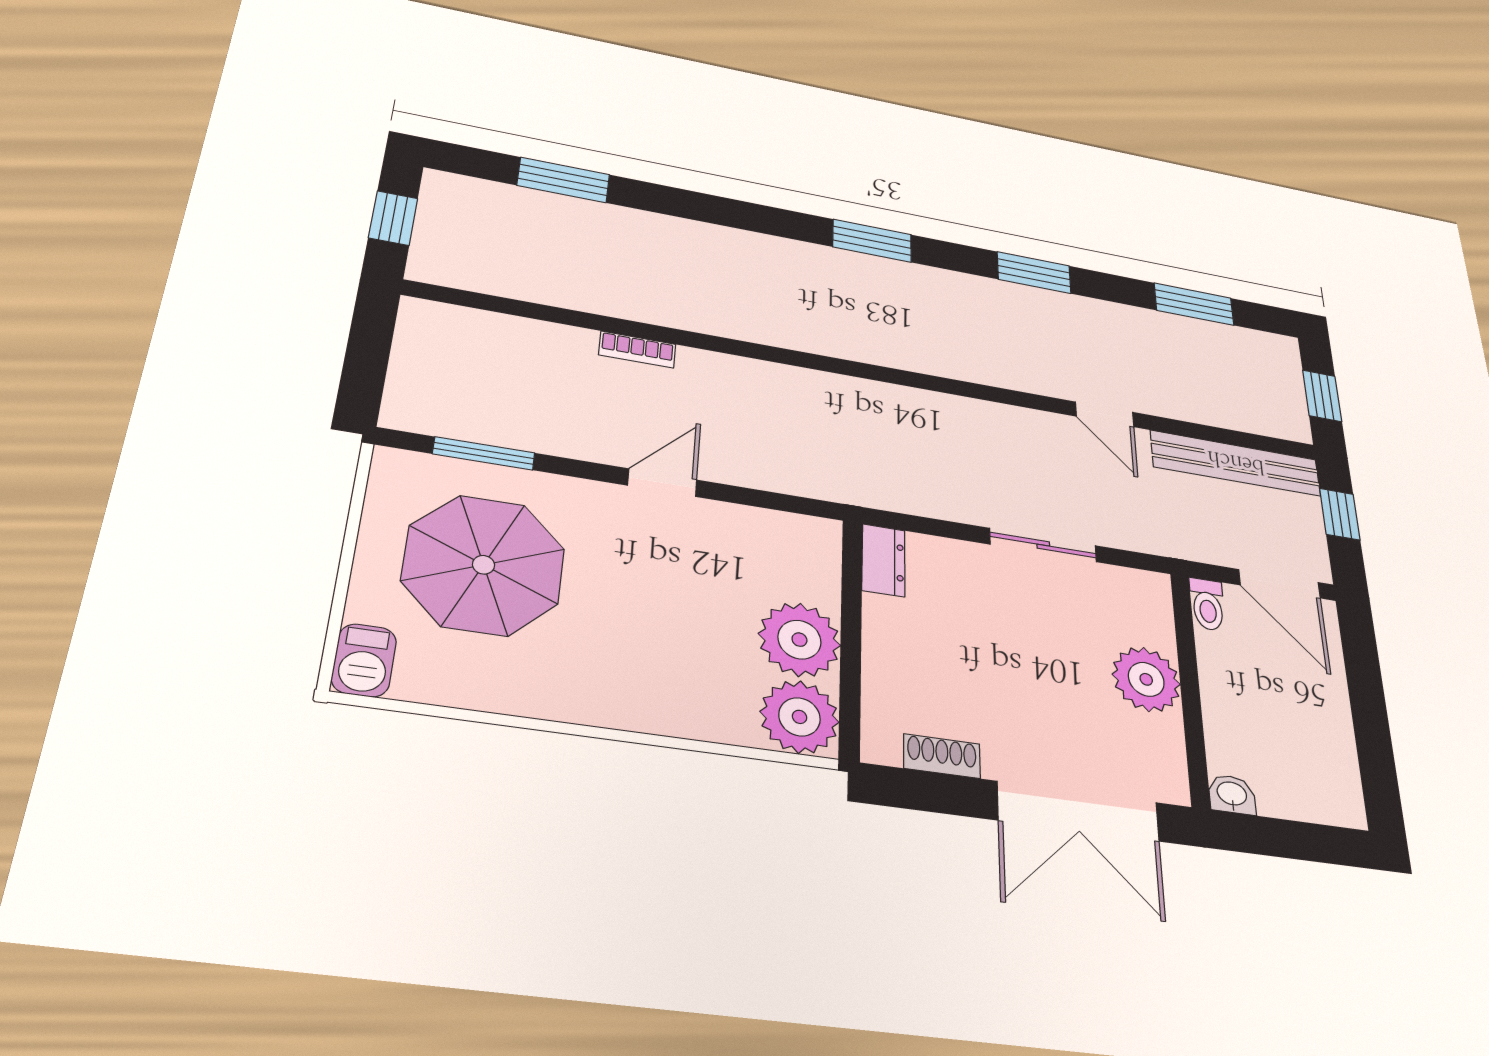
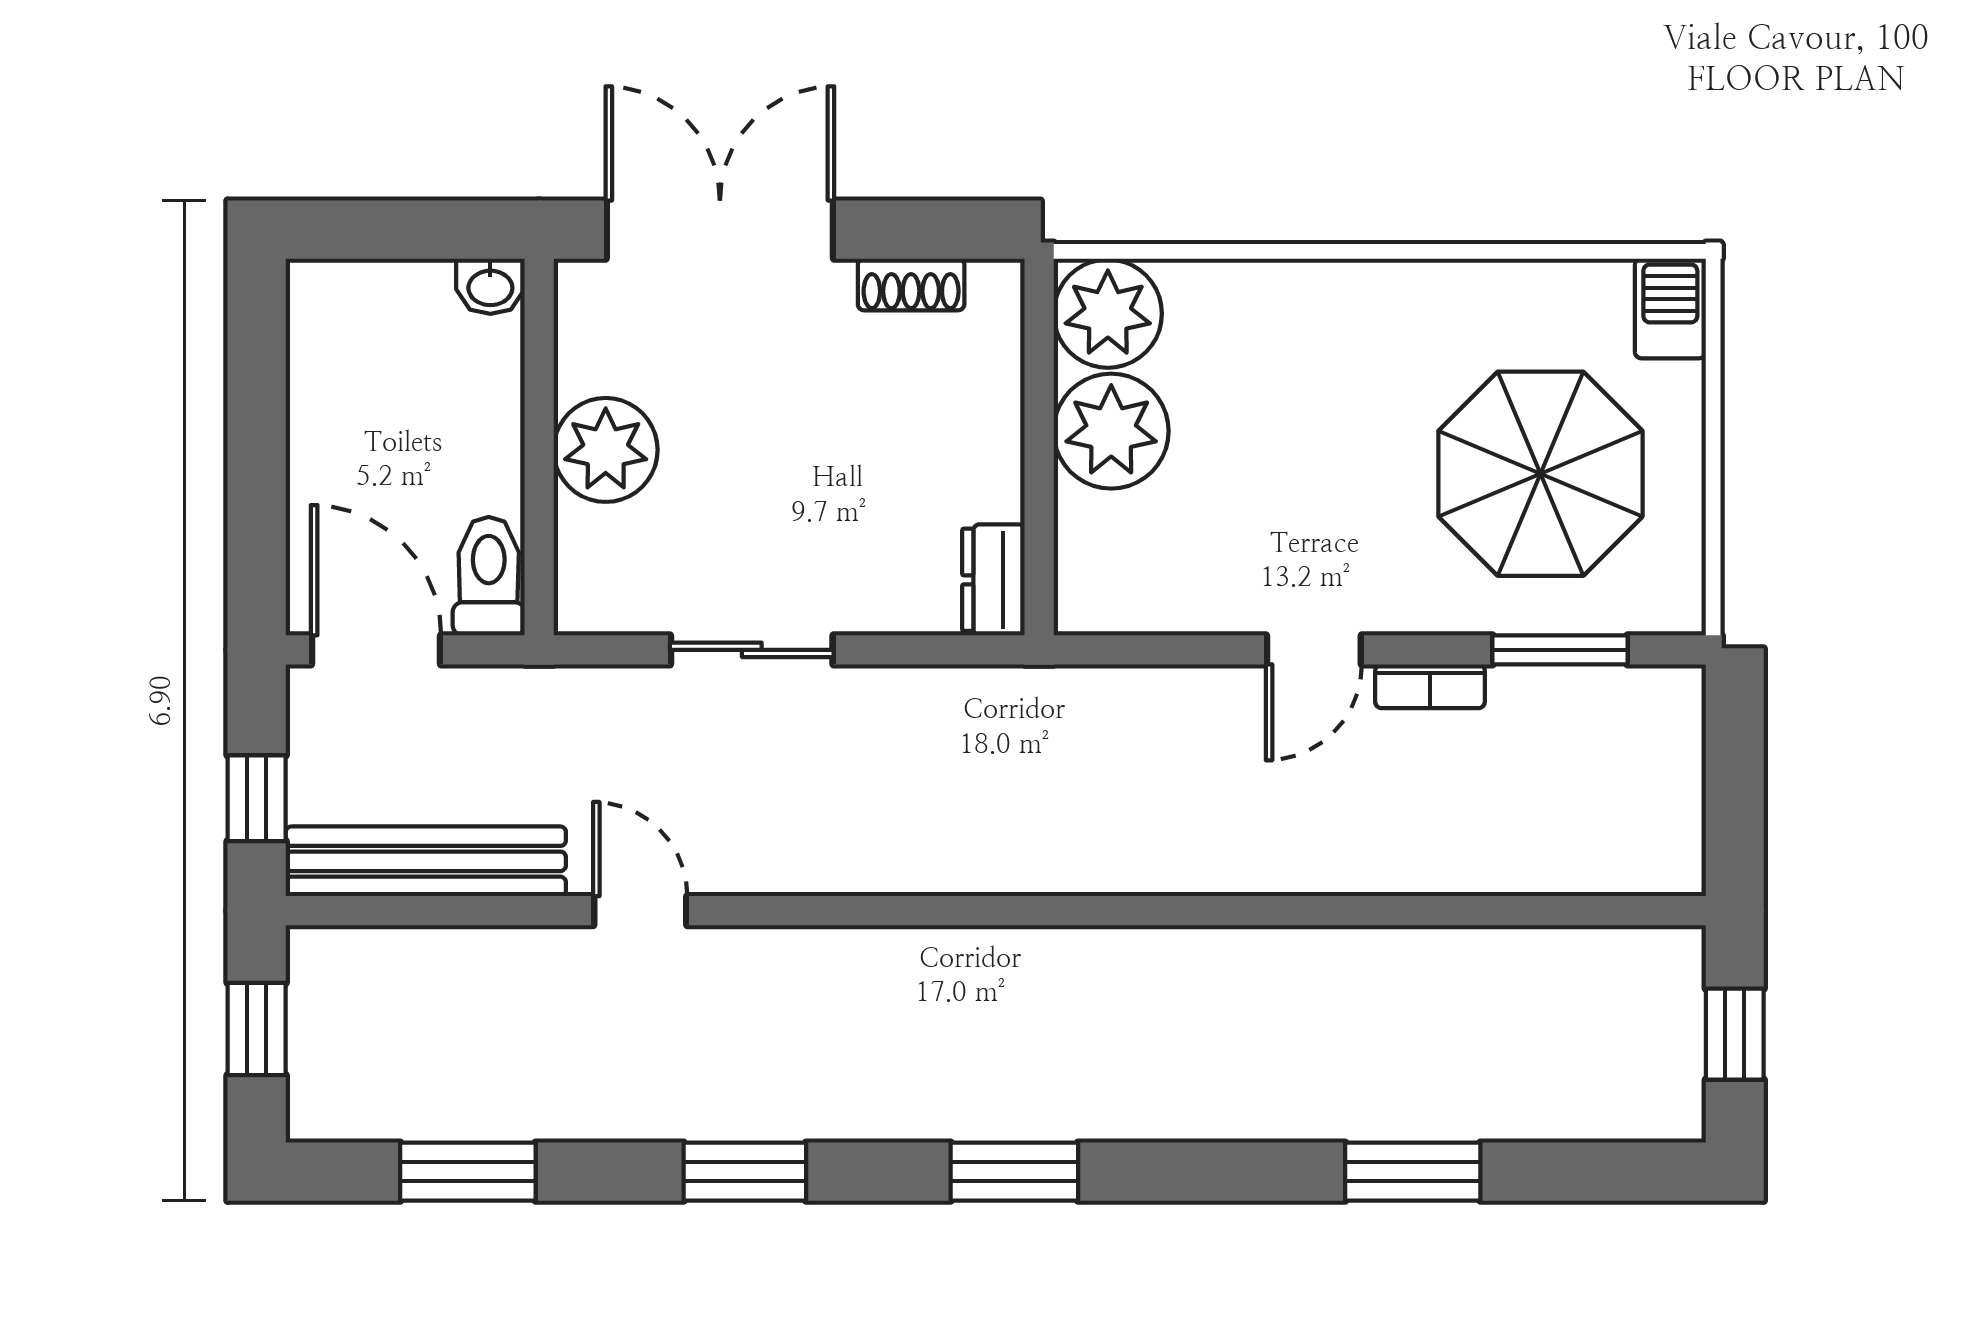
window: (563, 180) -> (1413, 1172), moved
bookcase: (637, 350) -> (1430, 686), moved, turned 180
toilet: (1207, 604) -> (489, 576), width x1.37, depth x1.39

